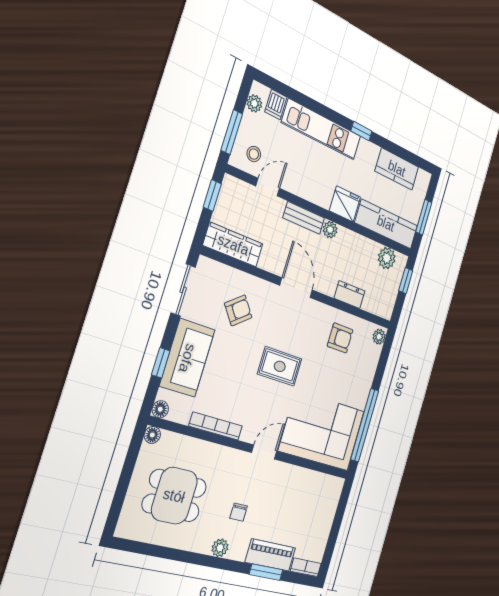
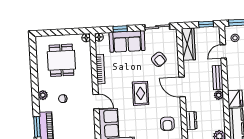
door: (268, 187) -> (223, 52), swing flipped
door: (296, 288) -> (182, 87), swing flipped

